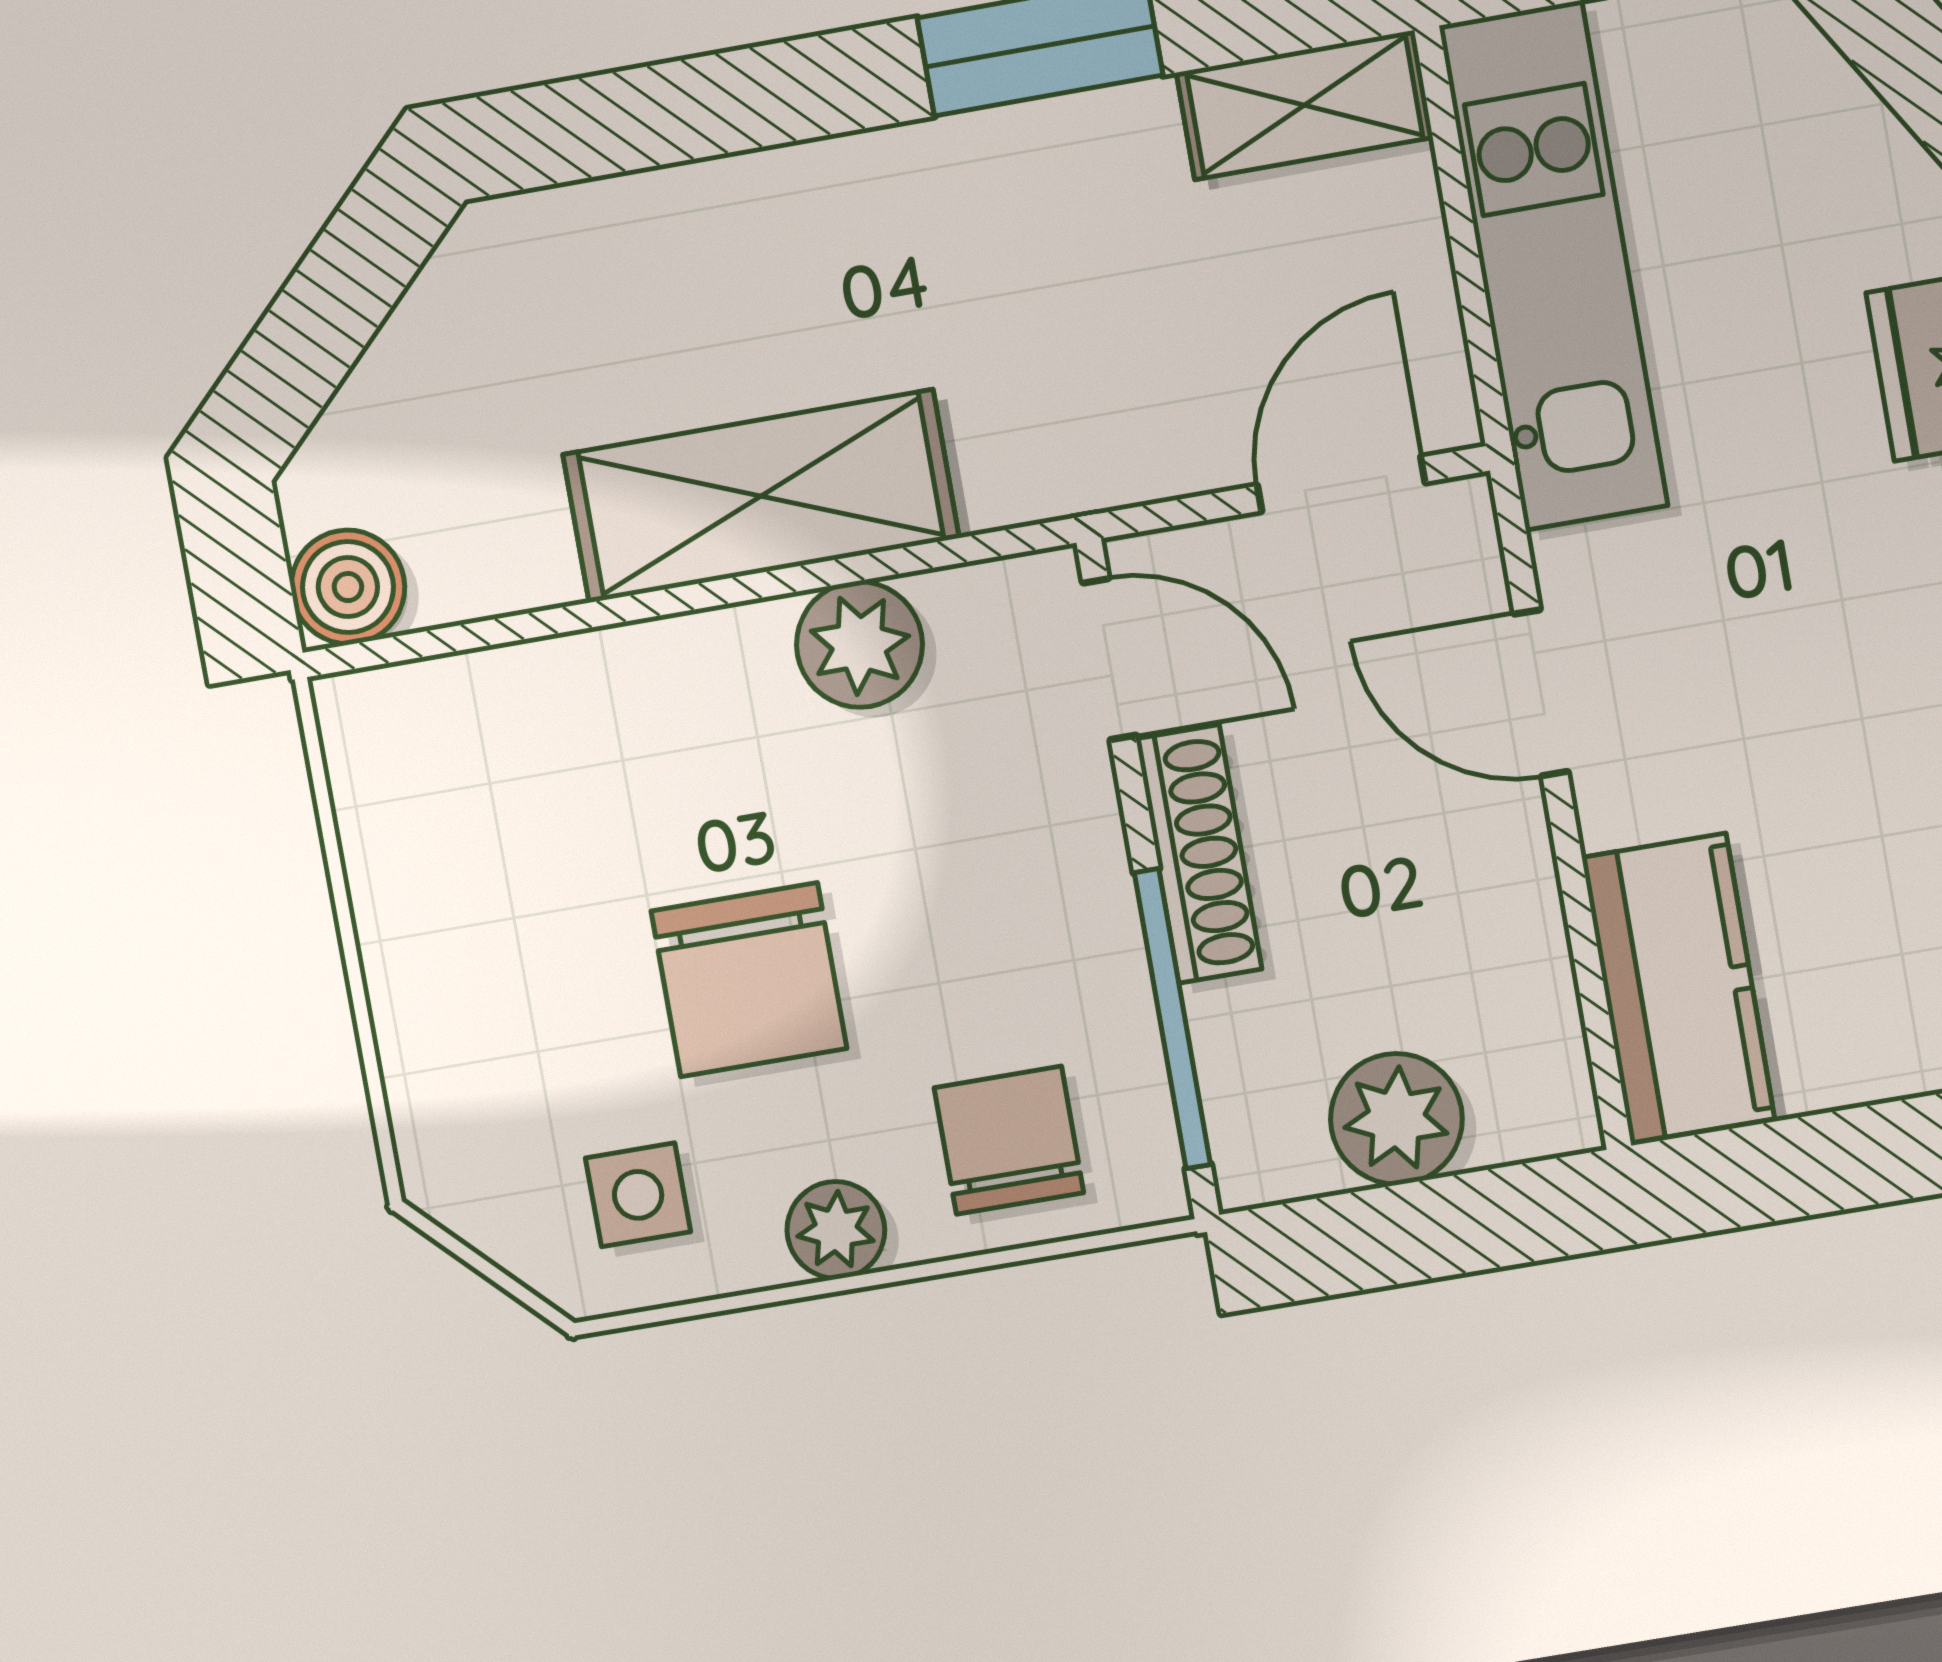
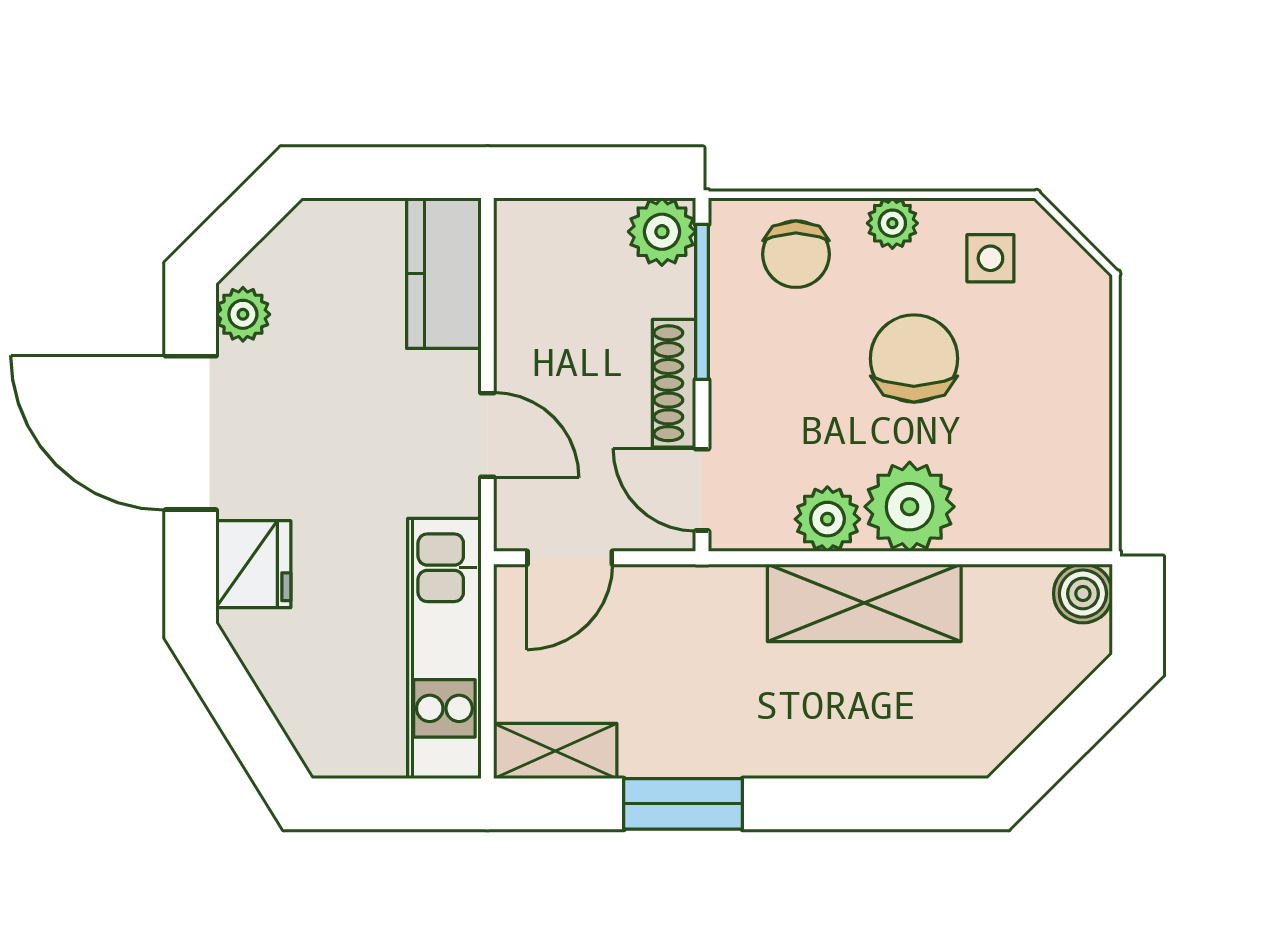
plant: (707, 695) -> (910, 507), added
plant: (1396, 1119) -> (662, 232), moved

